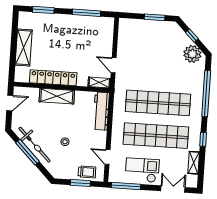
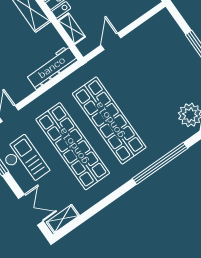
shelving: (99, 83) -> (72, 29), moved
window: (203, 139) -> (109, 199), removed
shelving: (194, 163) -> (63, 219), moved

